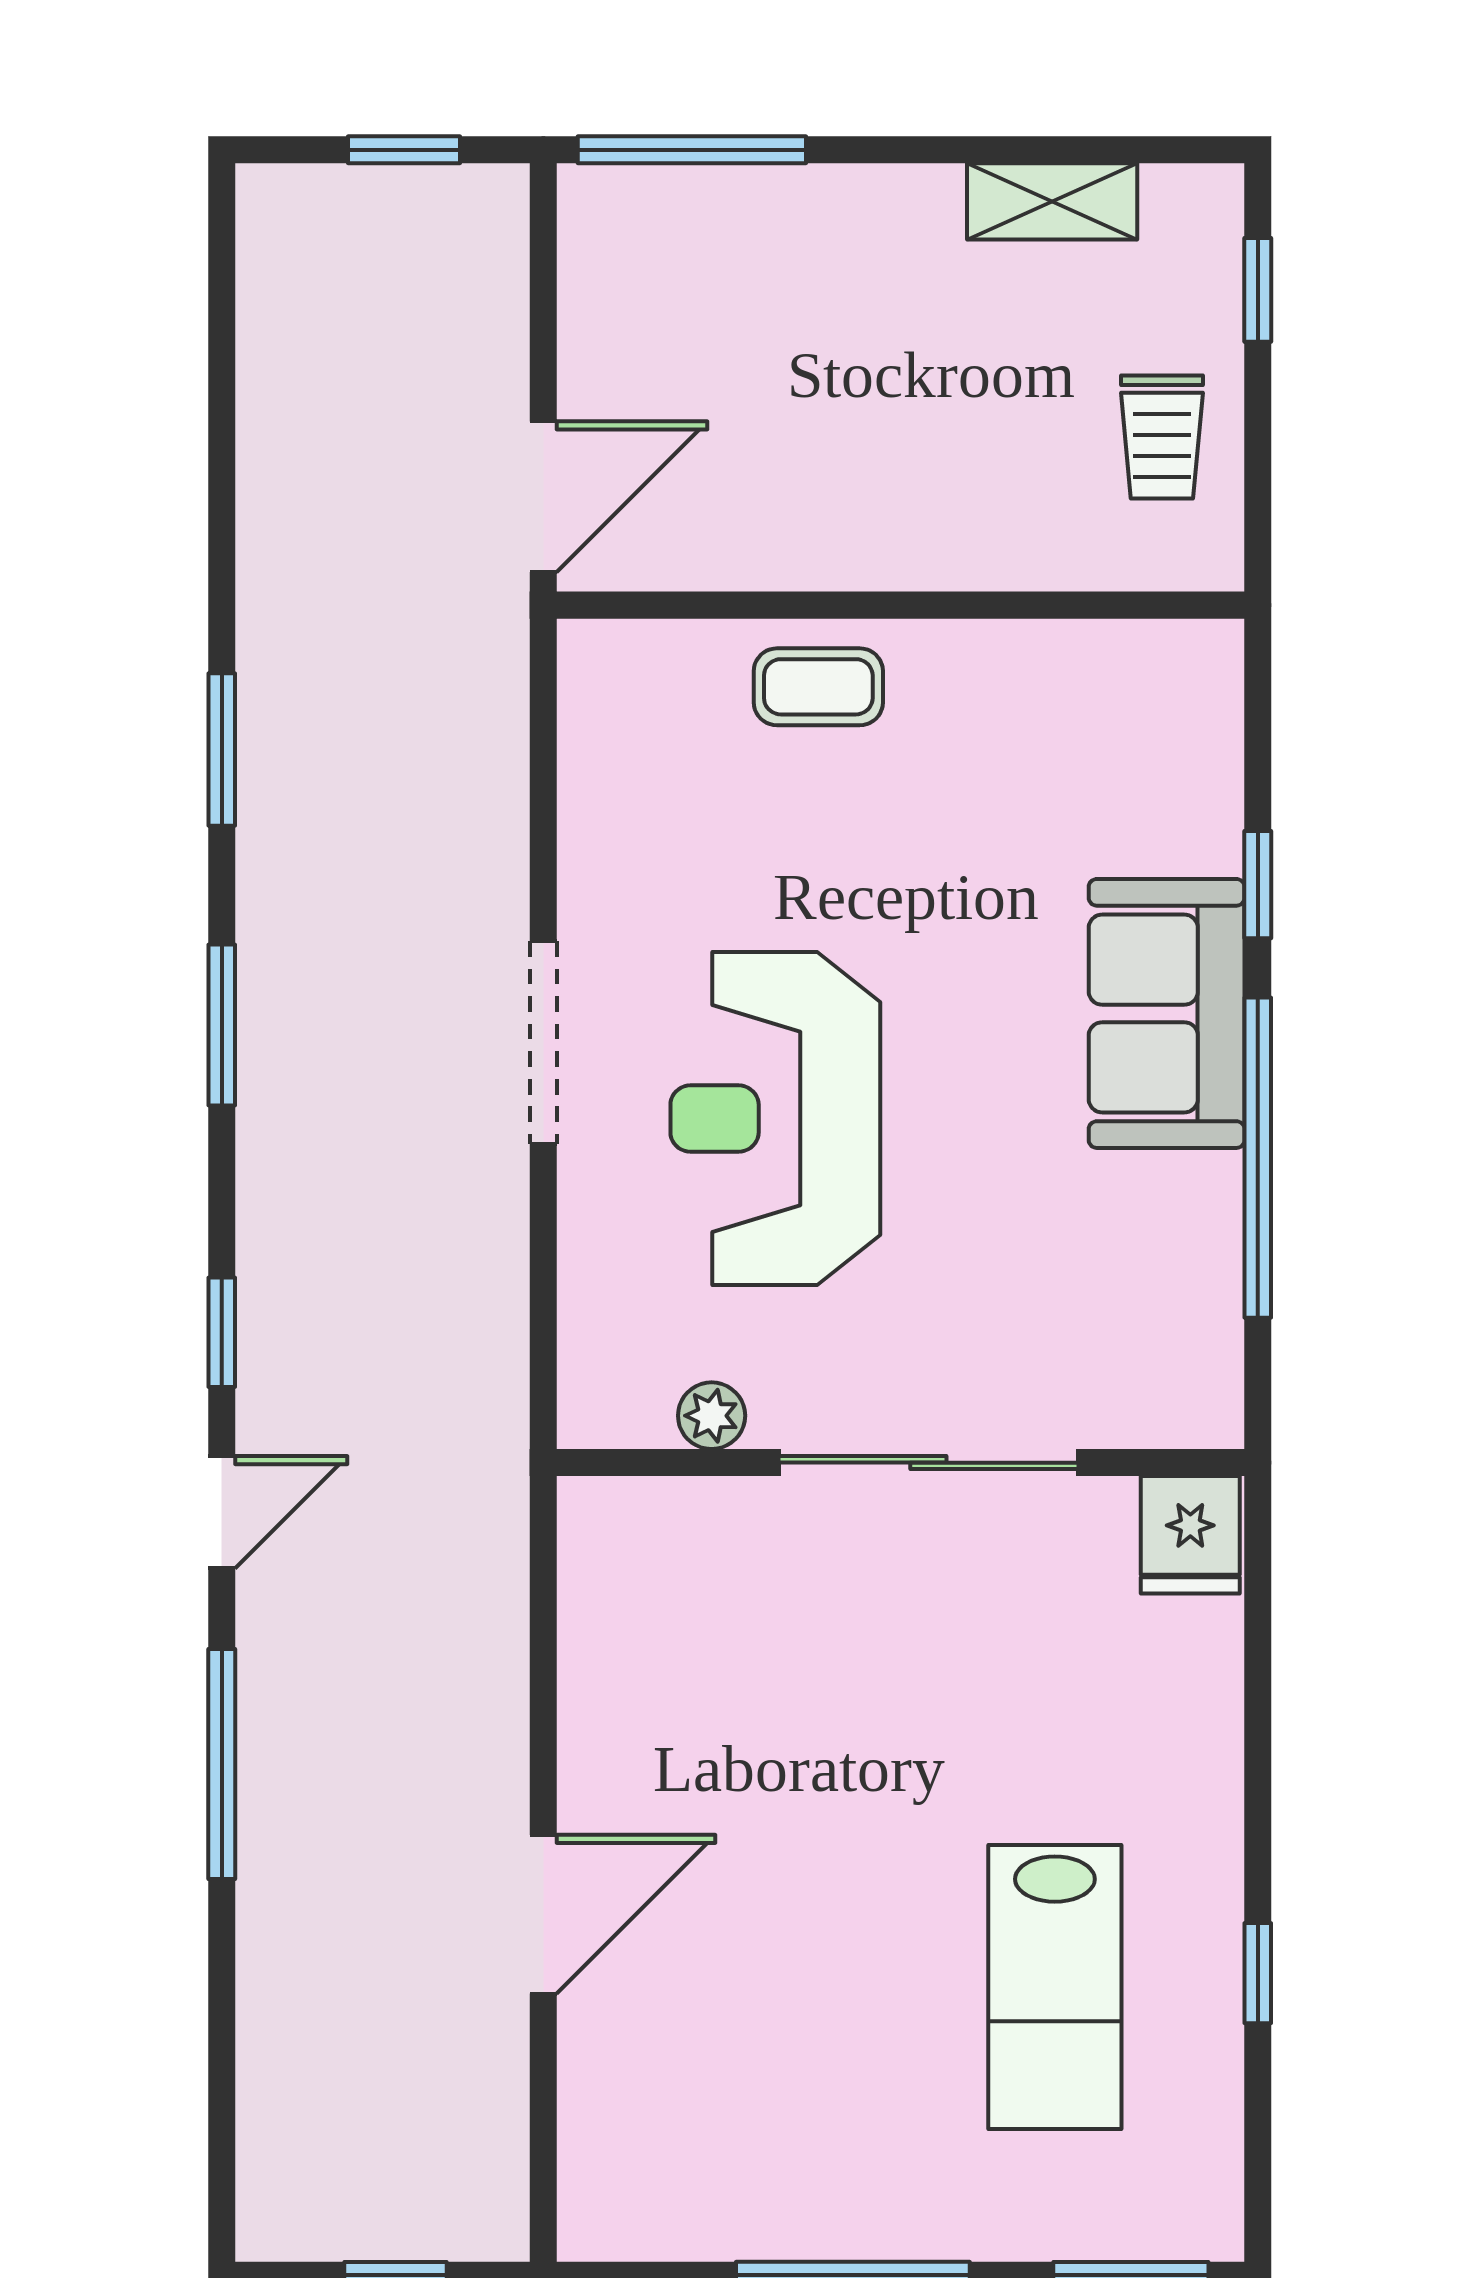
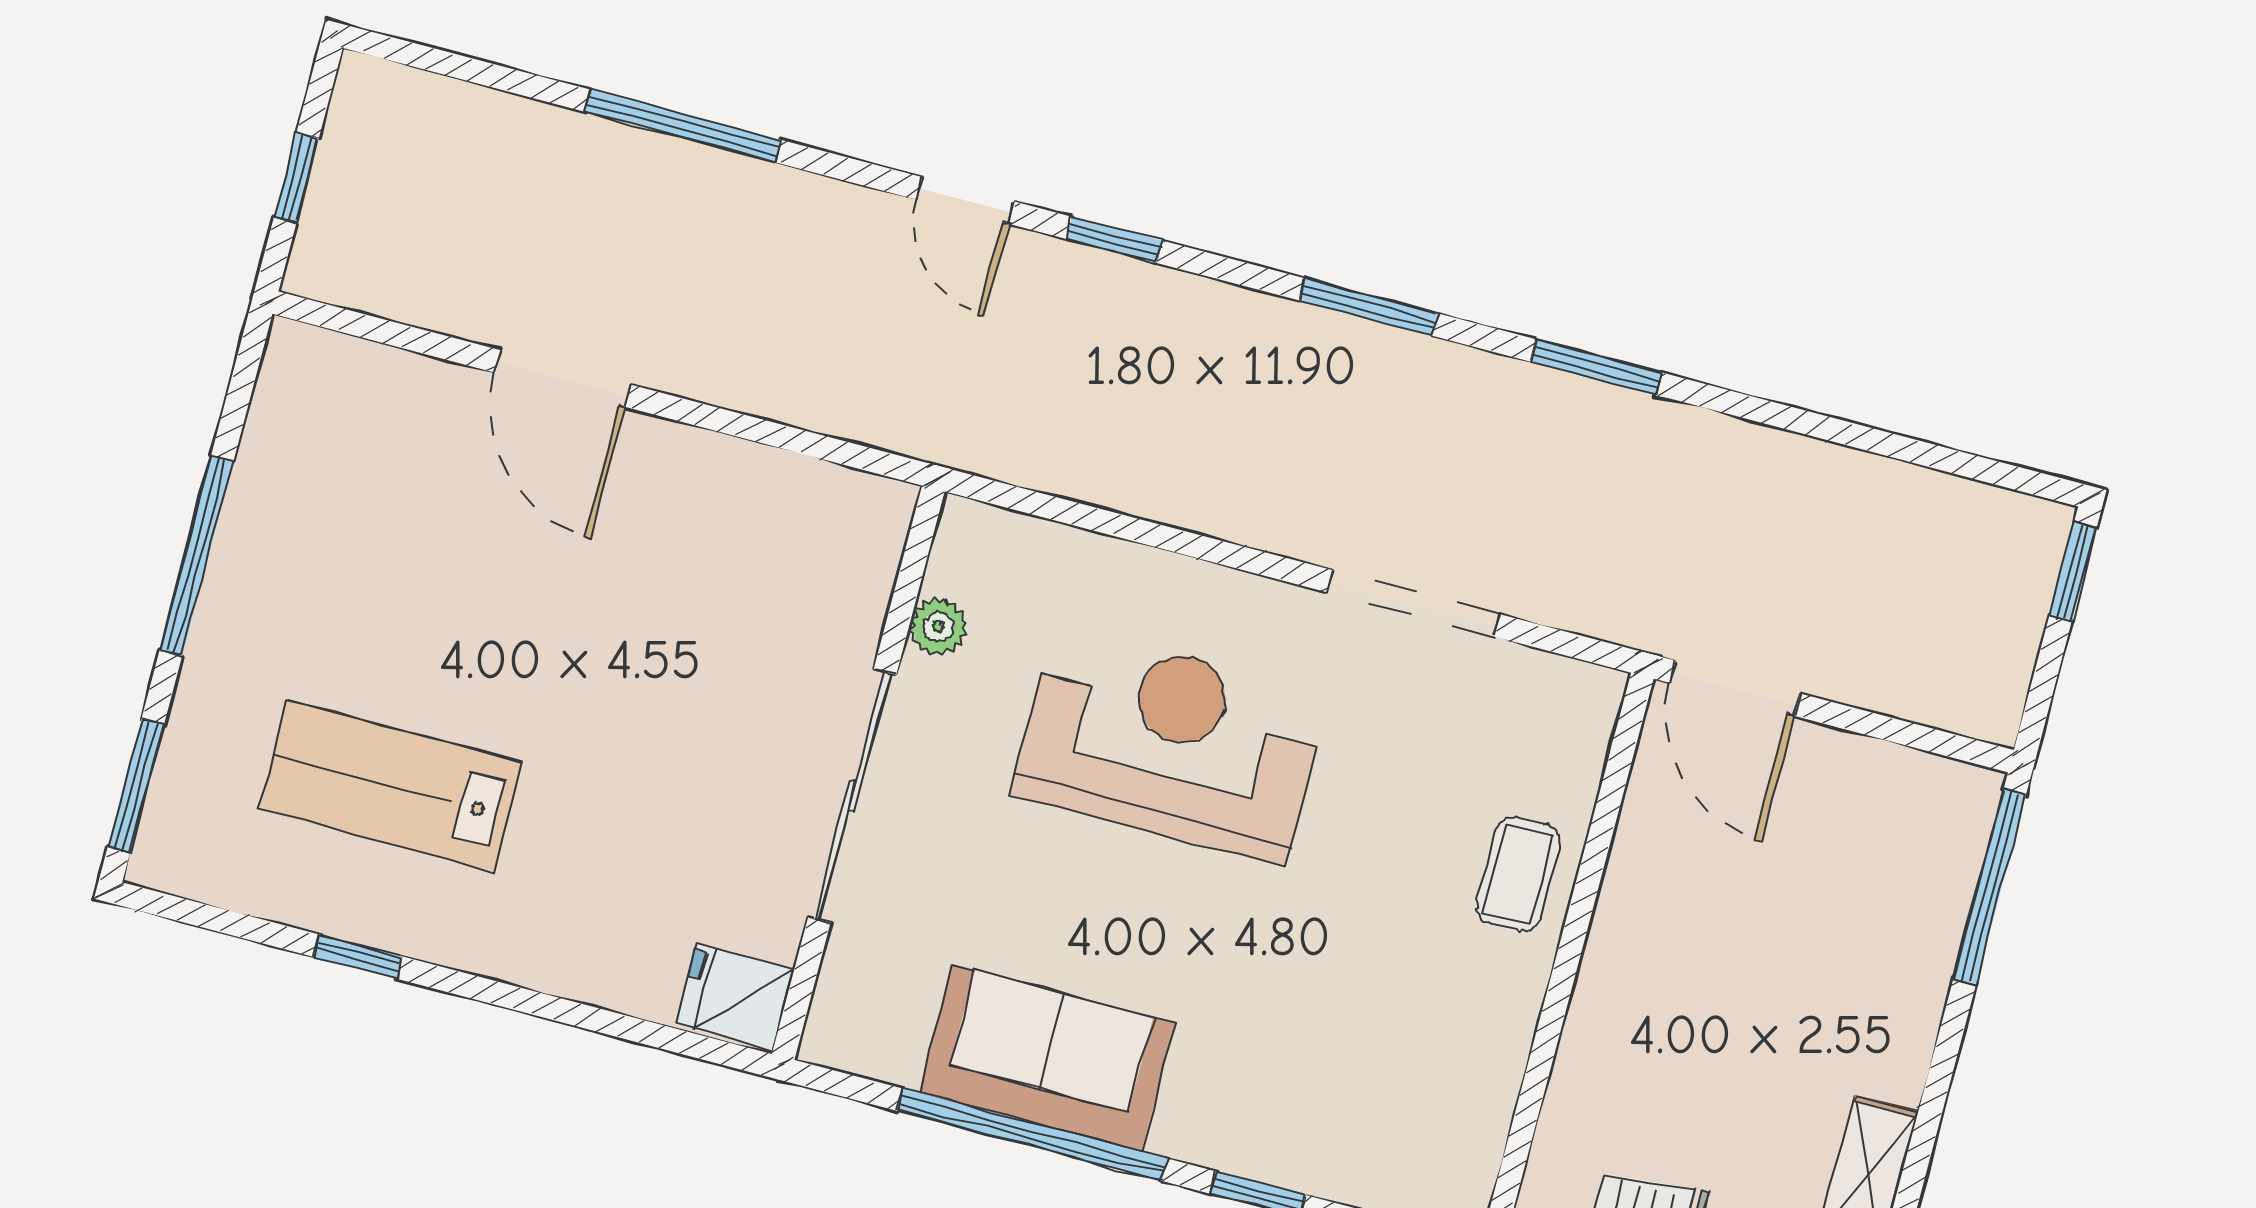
window: (404, 150) -> (2073, 572), moved
sofa: (1167, 1013) -> (1047, 1058), moved
doorway: (543, 1043) -> (1413, 603), moved
window: (222, 1764) -> (683, 126), moved

